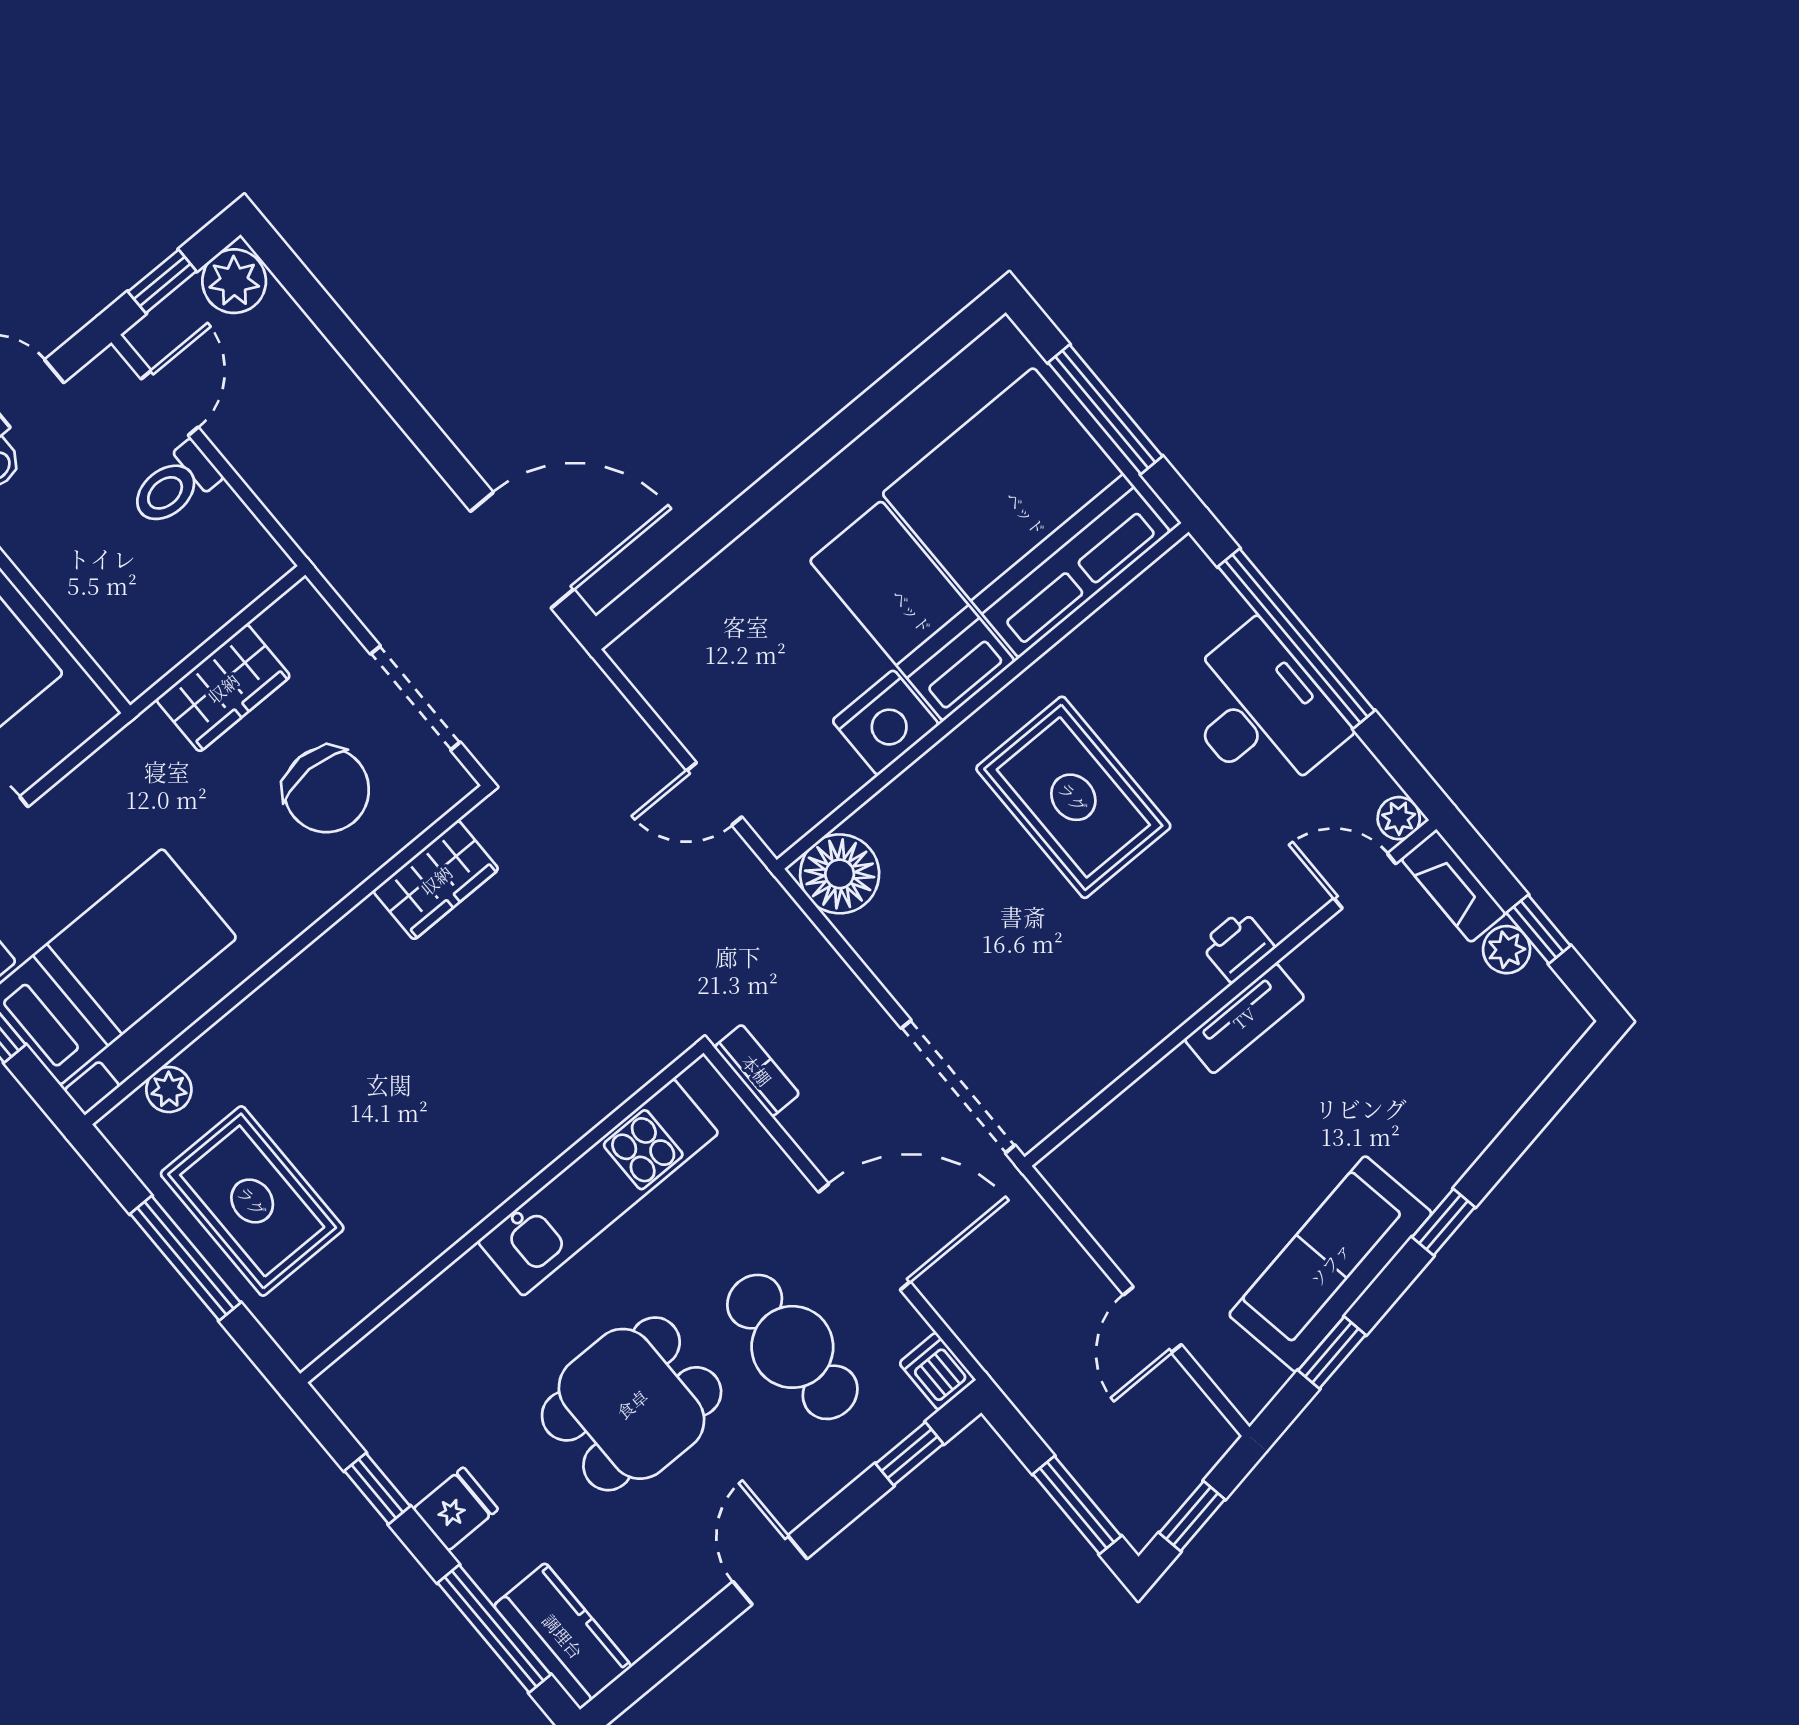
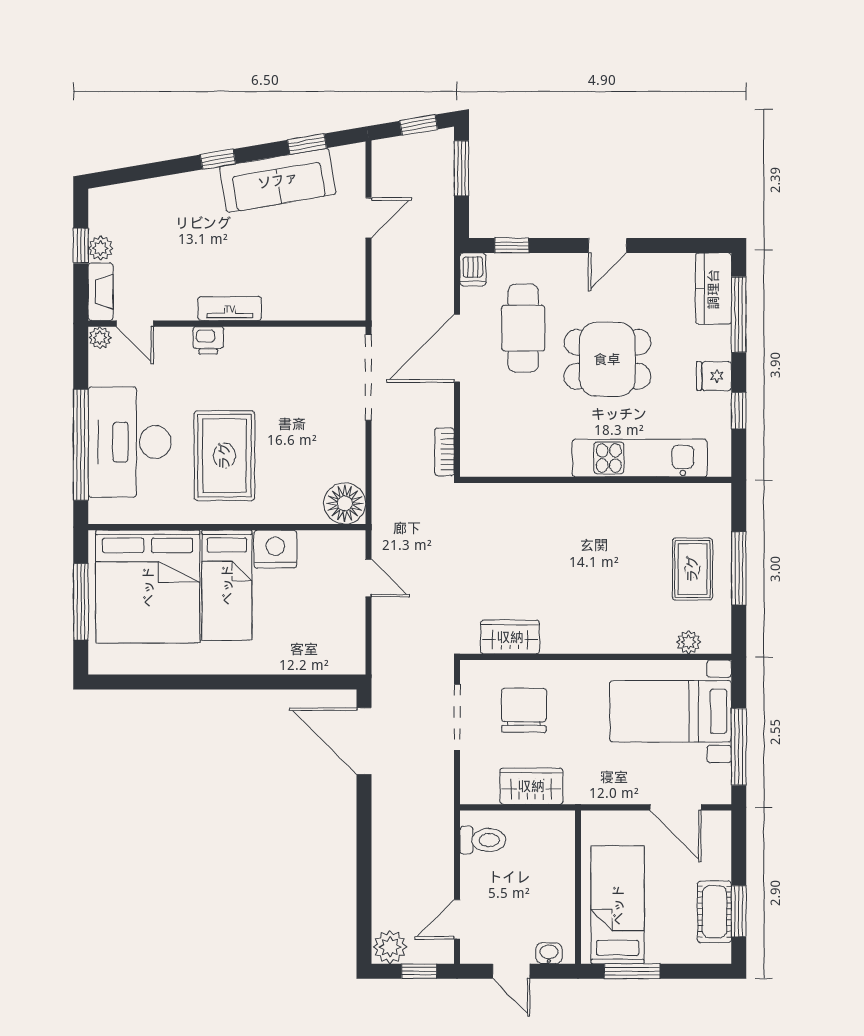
toilet: (174, 485) -> (483, 840), moved
desk: (1260, 712) -> (130, 442), width x1.36, depth x1.30
kitchen unit: (598, 1187) -> (640, 458), moved
rug: (252, 1201) -> (692, 569), width x0.73, depth x0.70
door: (864, 1237) -> (457, 348), hinge flipped

